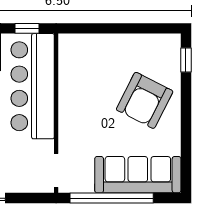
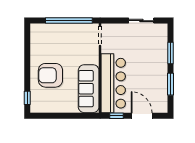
armchair: (145, 100) -> (50, 75), turned -117
sofa: (138, 175) -> (89, 89), moved, turned 90

